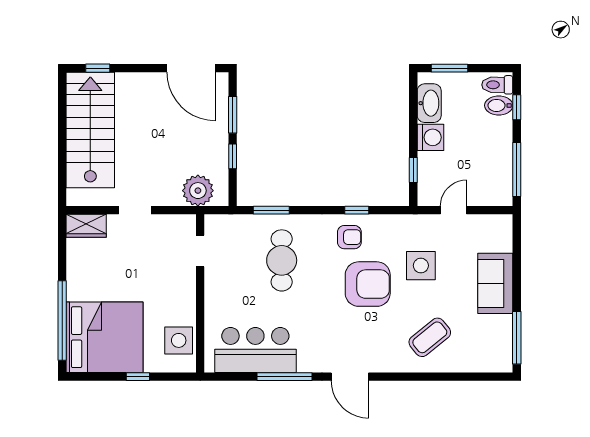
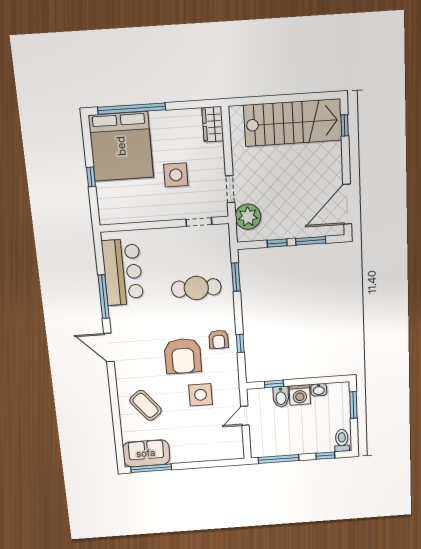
washbasin: (429, 103) -> (319, 390), width x0.52, depth x0.69
bidet: (499, 105) -> (281, 397), moved, turned 180
doorway: (135, 210) -> (230, 189), moved
door: (454, 210) -> (245, 416), swing flipped
sofa: (495, 283) -> (146, 453), moved
side table: (179, 340) -> (176, 175), moved
door: (350, 377) -> (109, 348), hinge flipped

